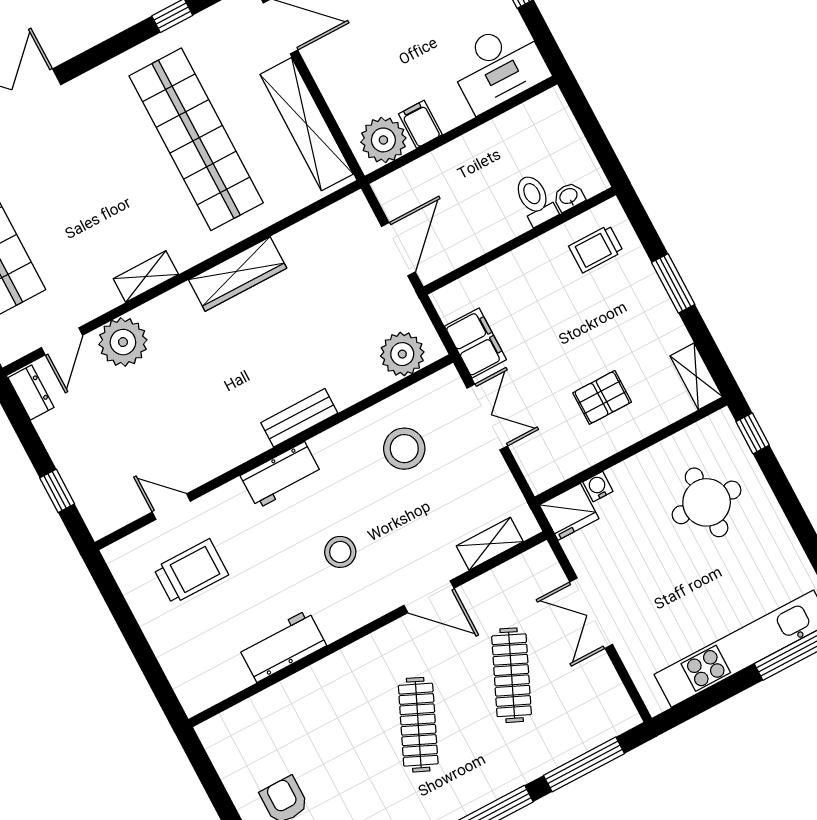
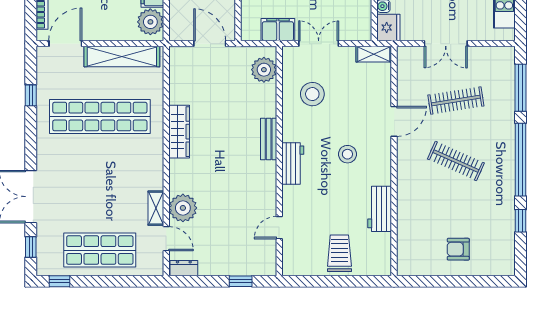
shelving: (146, 276) -> (156, 208), moved
shelving: (490, 544) -> (374, 54), moved, turned 90
trolley: (191, 571) -> (339, 253), moved
clothes rail: (512, 675) -> (456, 100), turned -33

